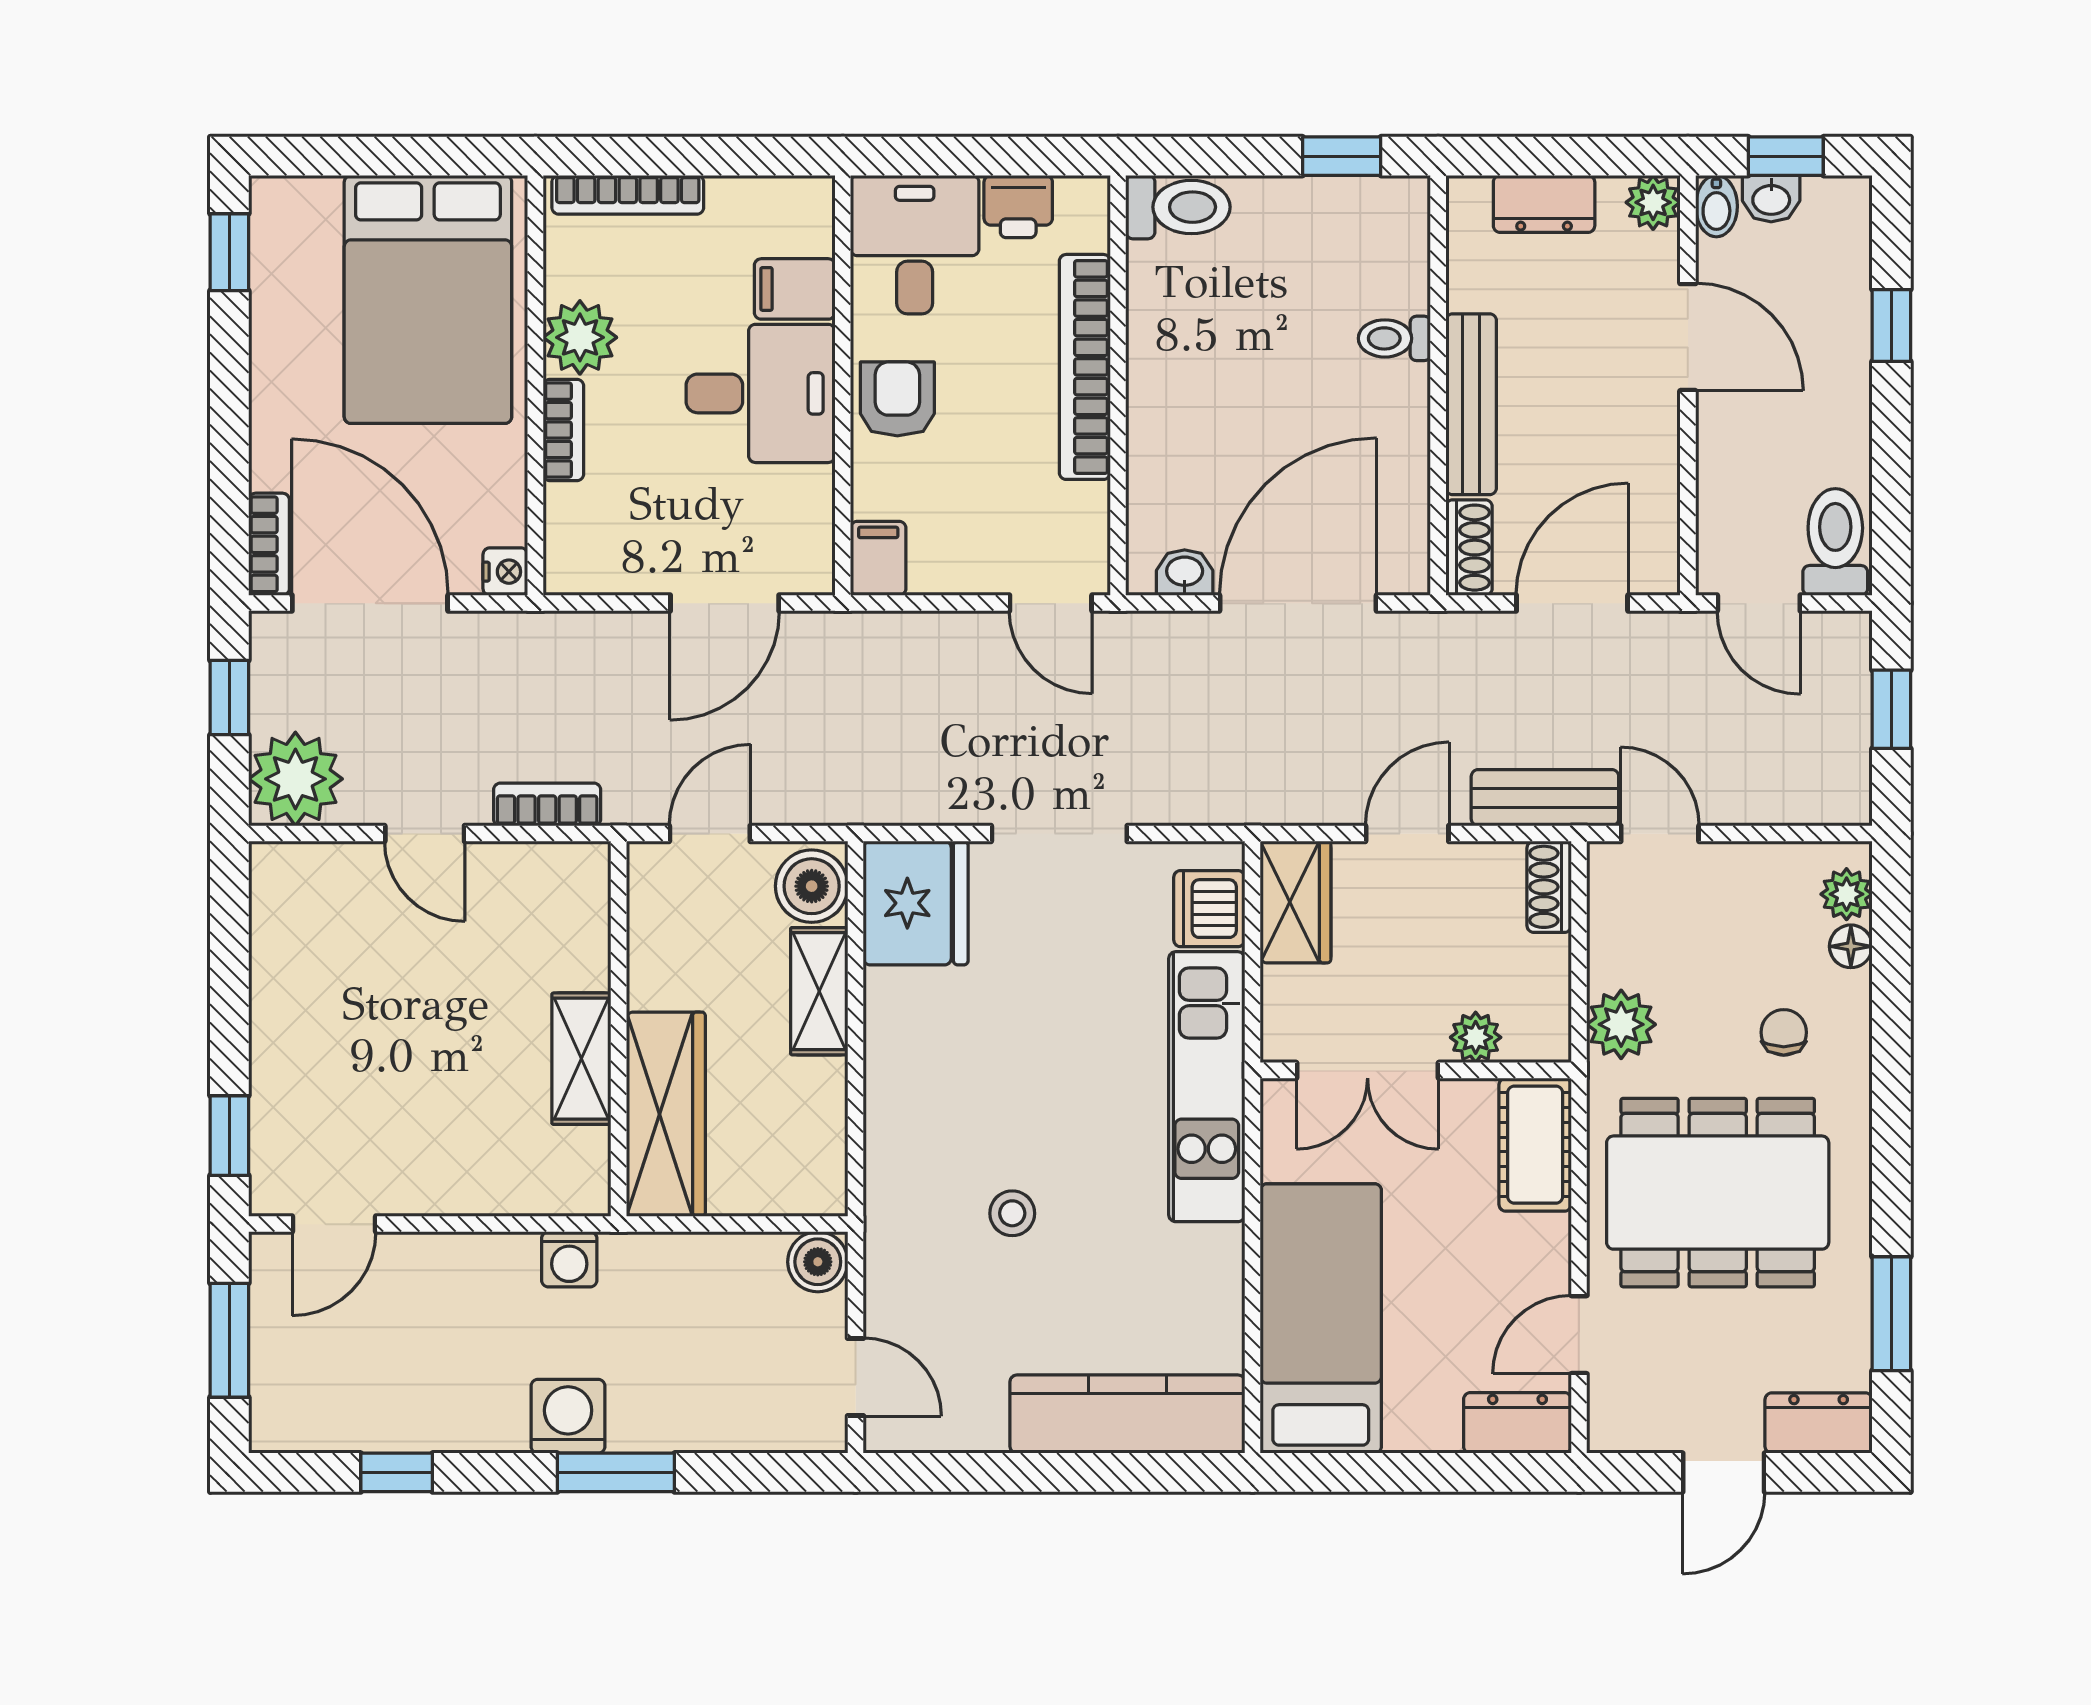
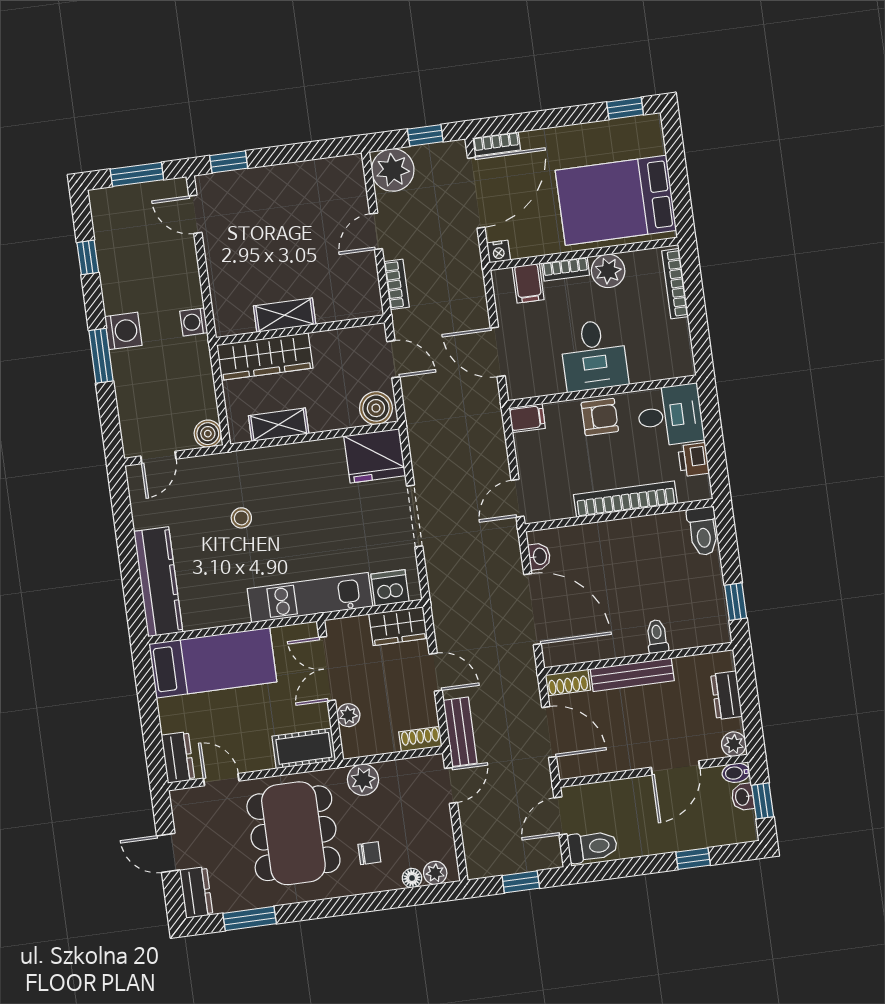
filing cabinet: (795, 289) -> (528, 283), moved, turned 180
shelving: (819, 991) -> (279, 425), moved

